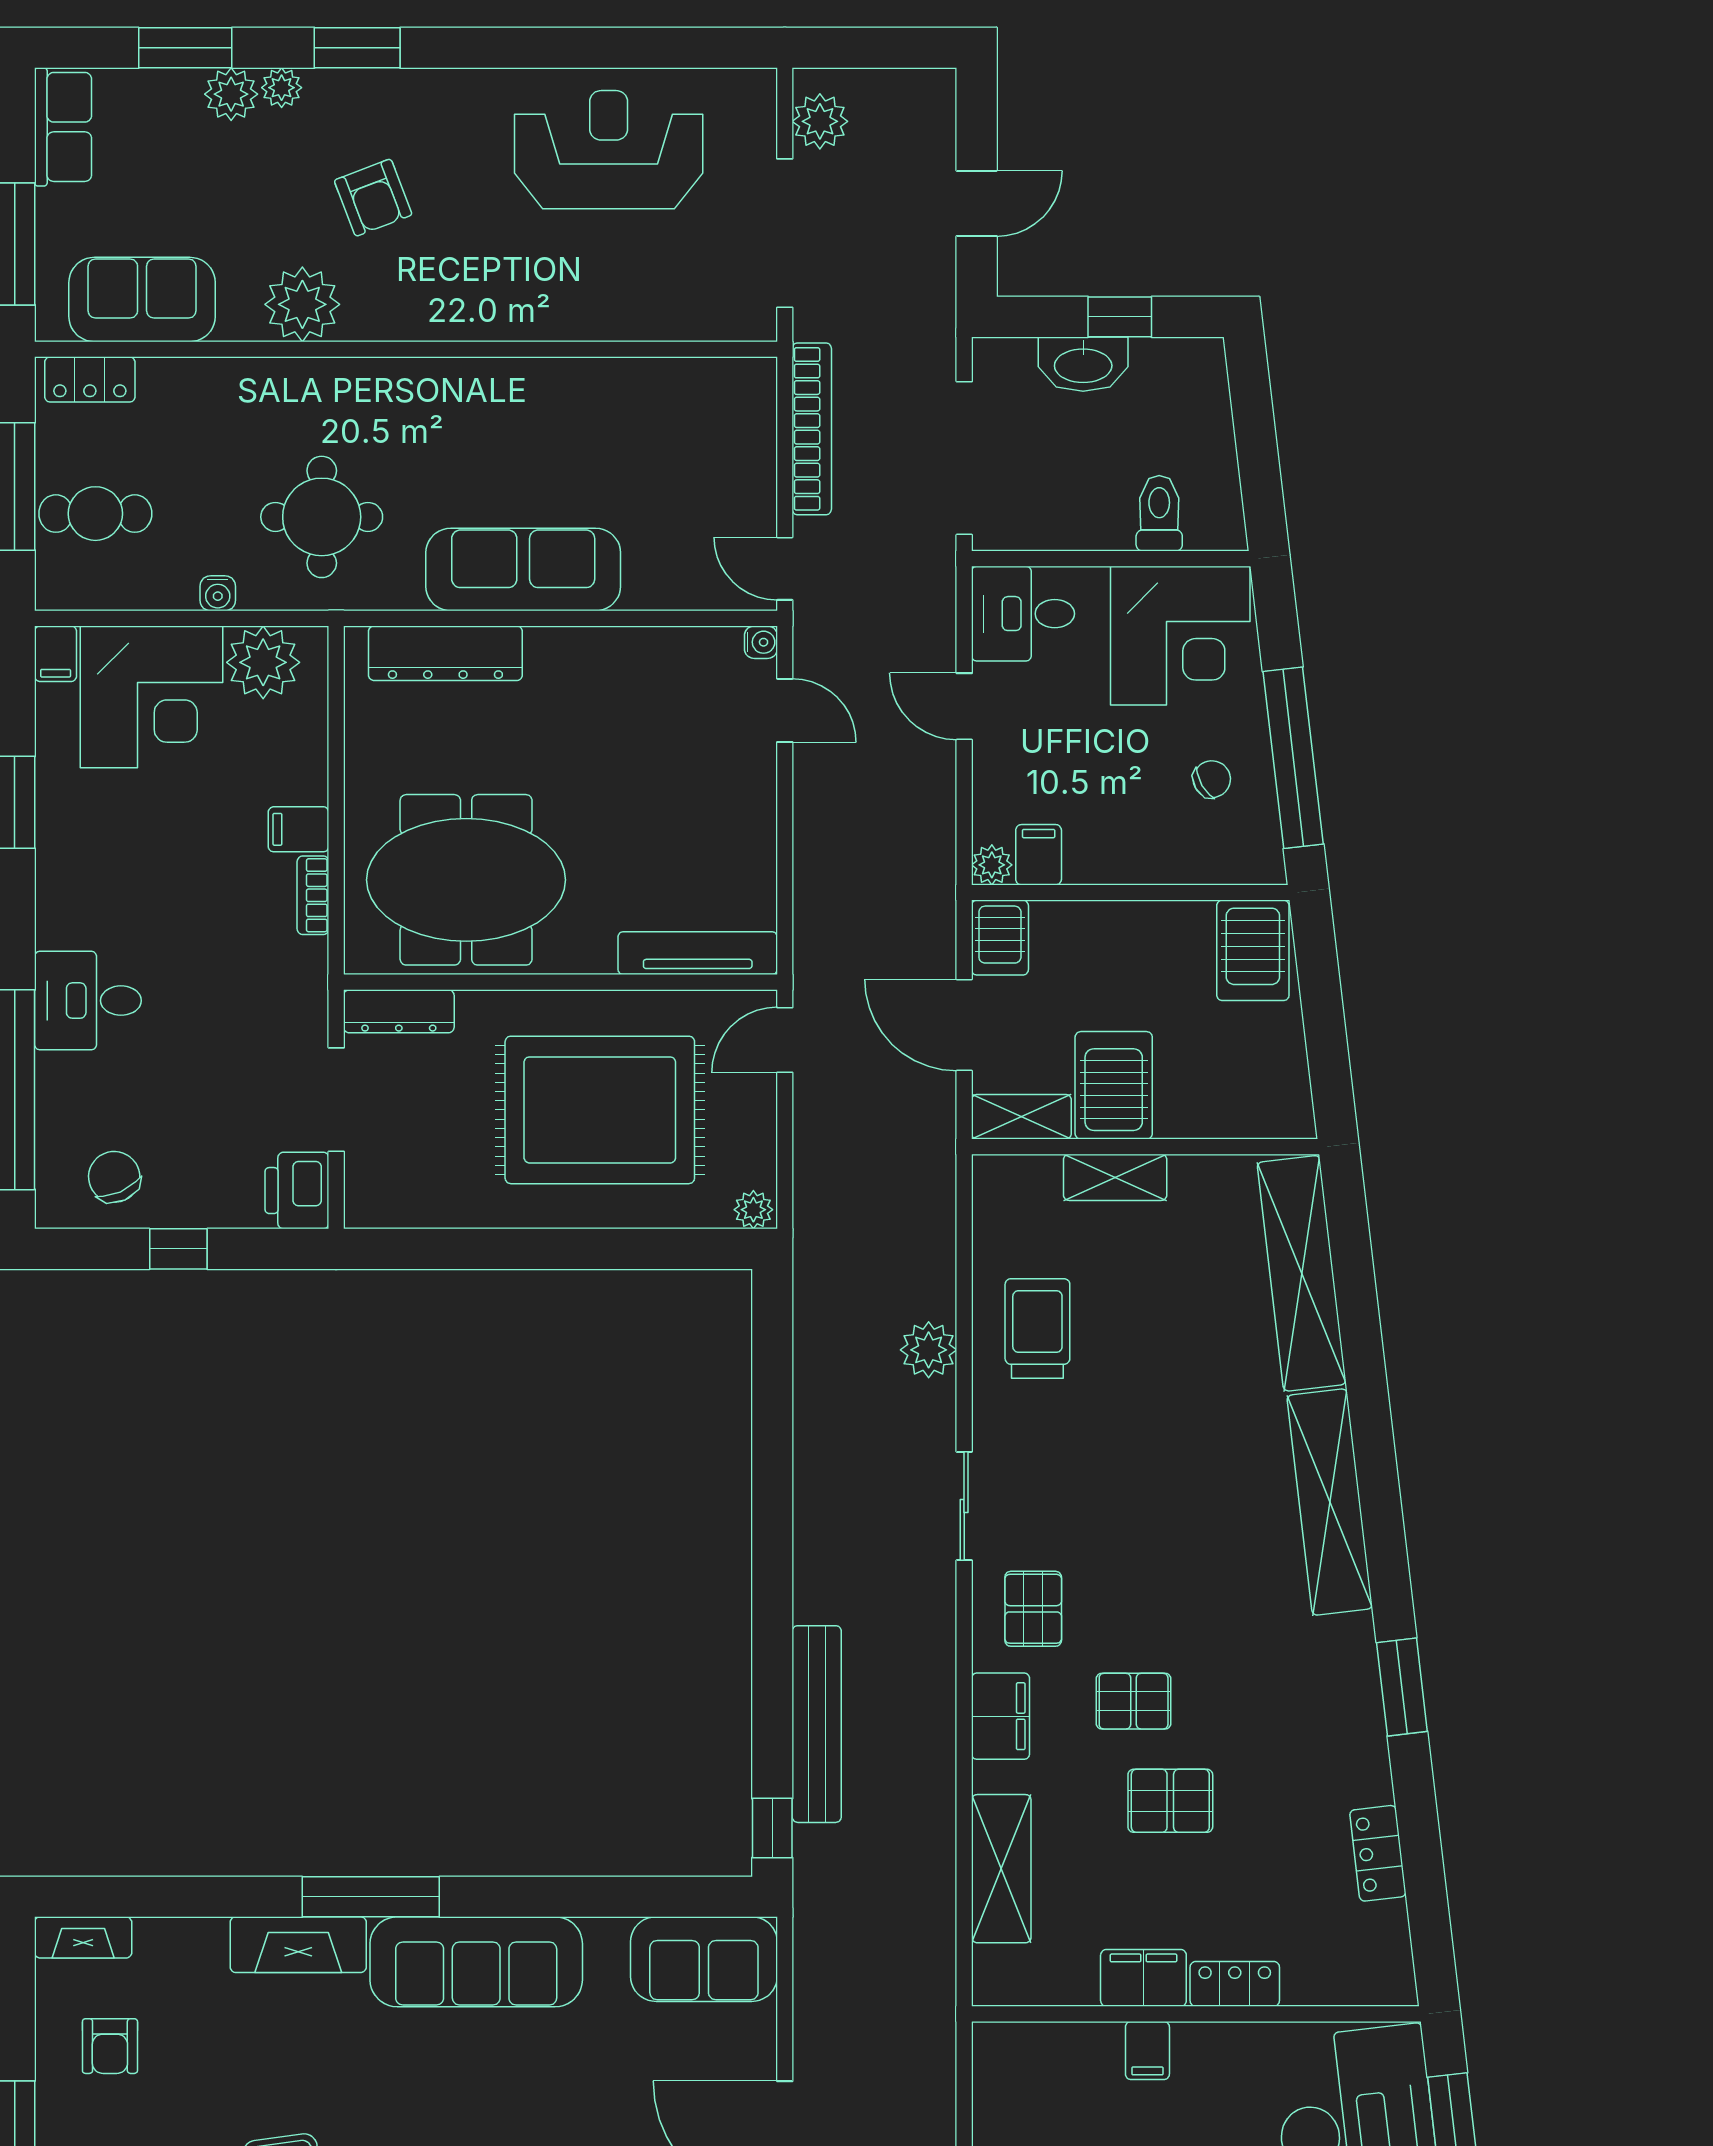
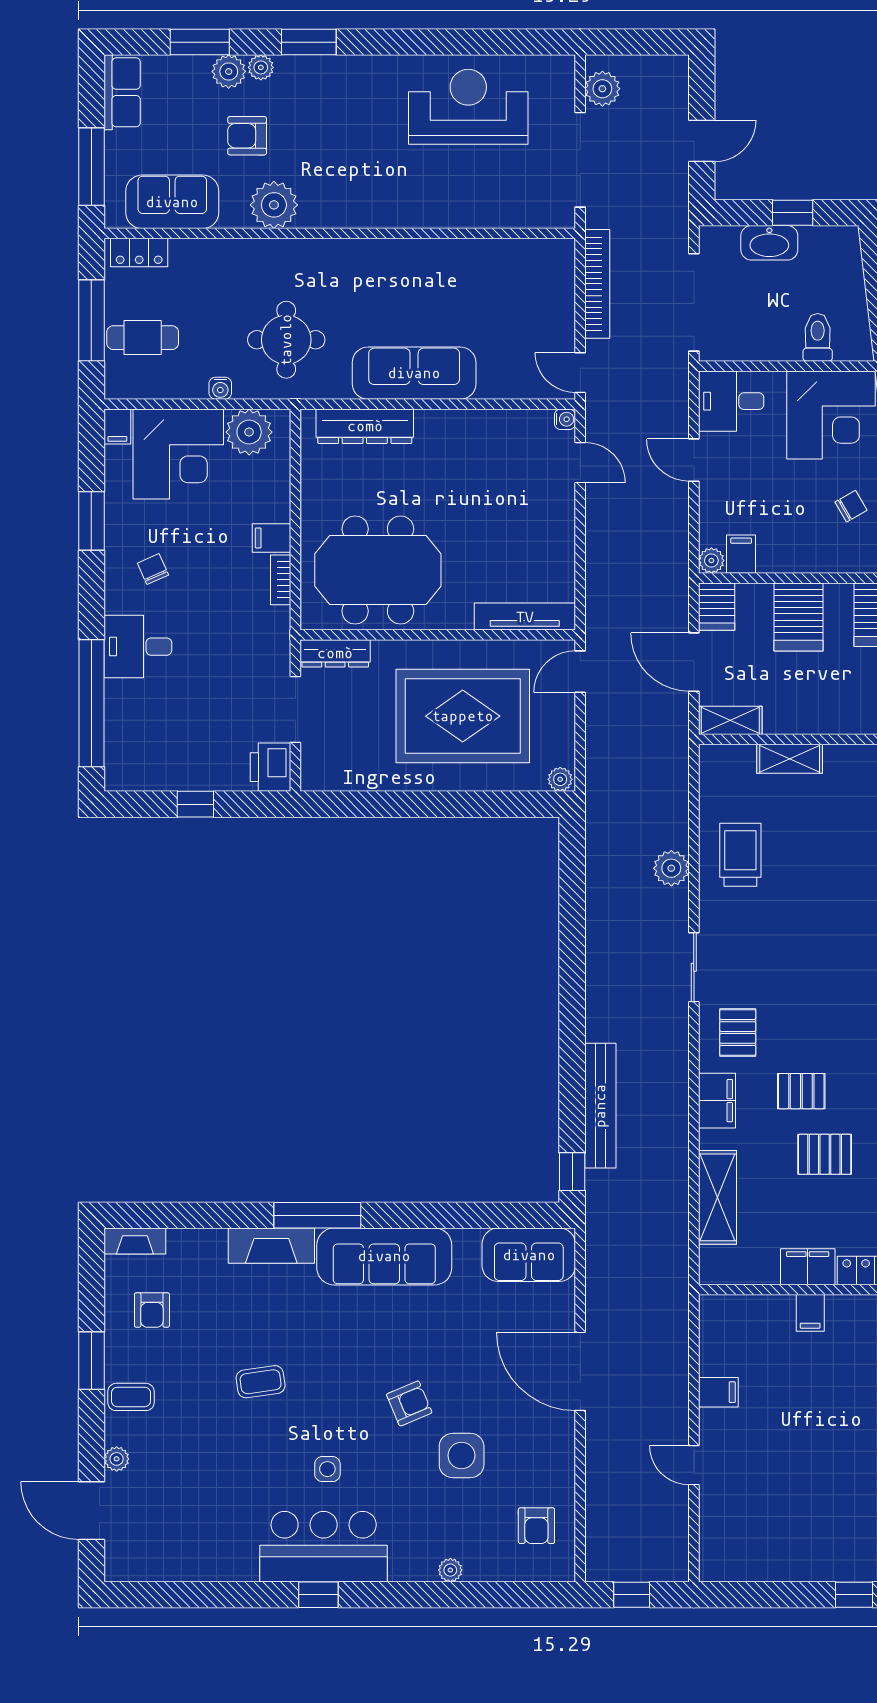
armchair: (373, 198) -> (247, 136), moved, turned 111
server rack: (1114, 1085) -> (798, 617), moved, turned 180
chair: (114, 1177) -> (153, 569), moved, width x0.73, depth x0.73

